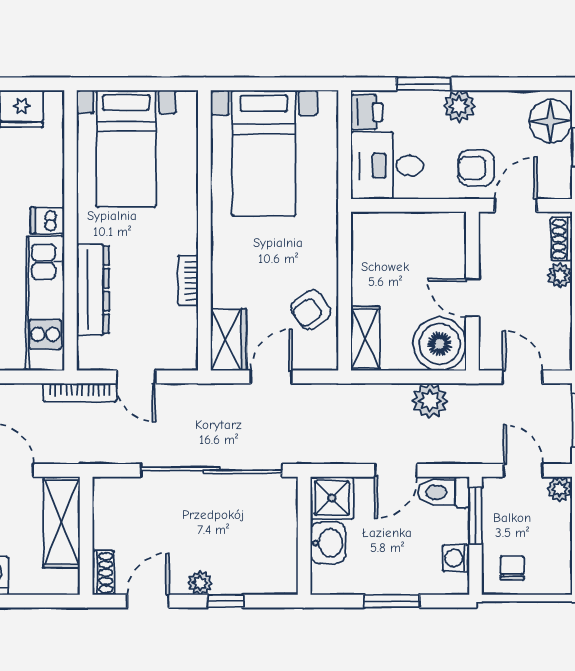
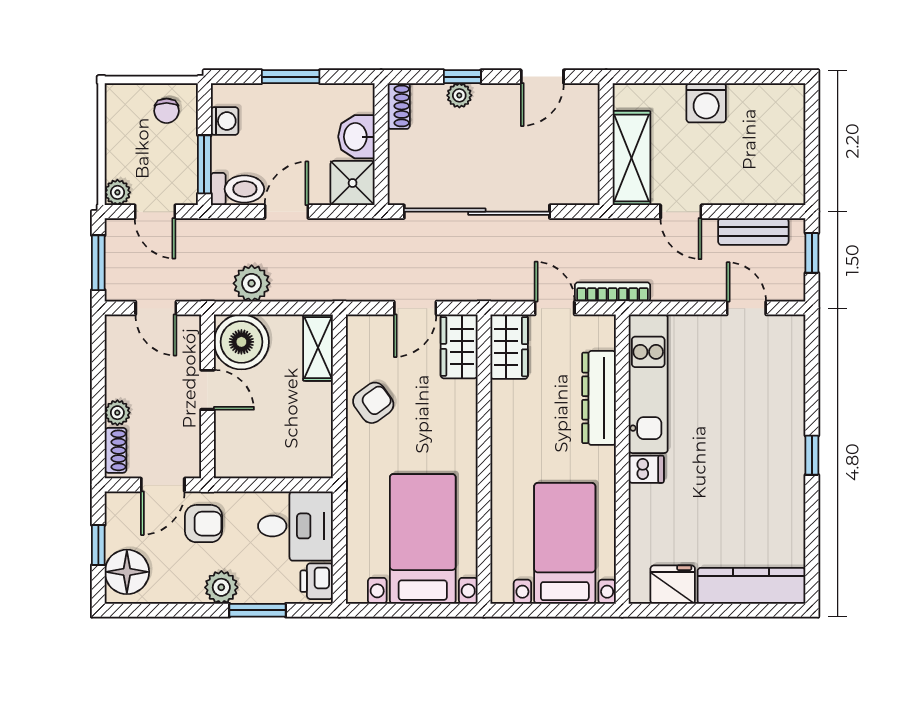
bookcase: (188, 280) -> (501, 408), removed
armchair: (311, 310) -> (373, 403), moved
wardrobe: (180, 339) -> (509, 347), added
shoe rack: (103, 573) -> (399, 106), moved, turned 180
plant: (200, 583) -> (459, 95), moved

